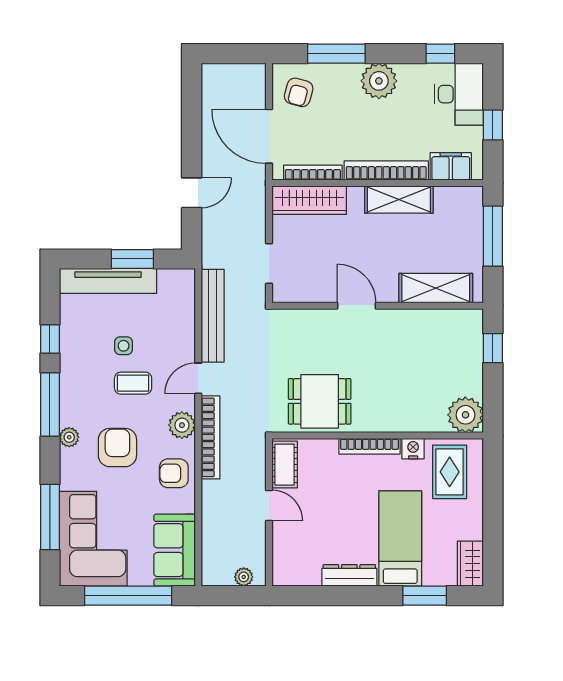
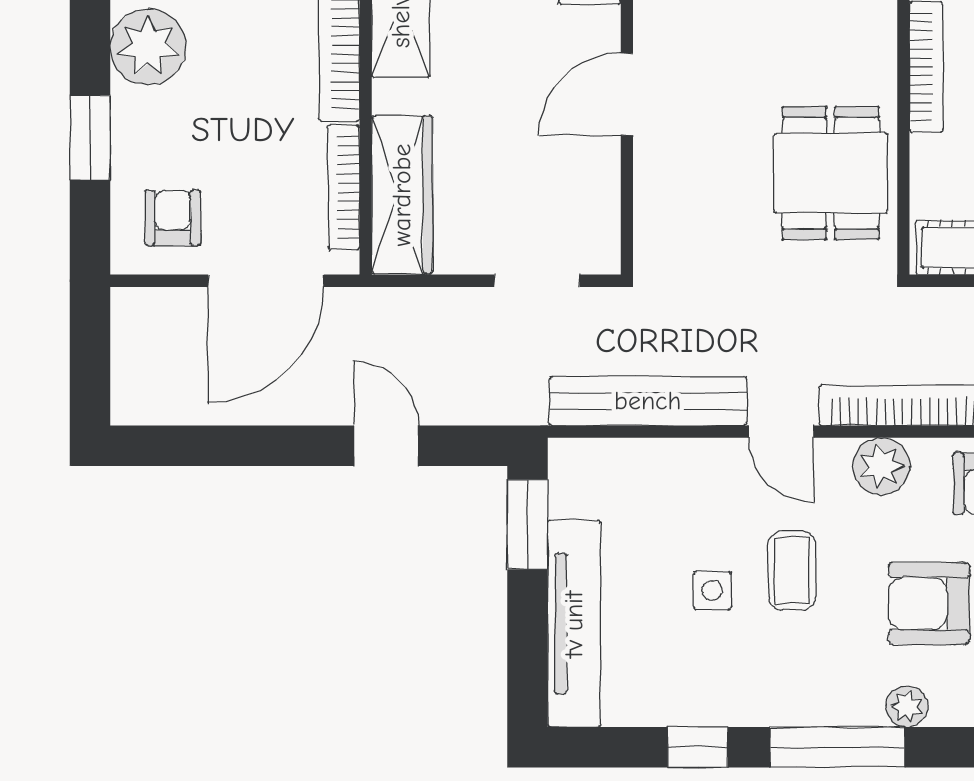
window: (336, 54) -> (90, 138), width x0.69
armchair: (299, 92) -> (173, 218), turned -105
window: (132, 259) -> (527, 524), moved

